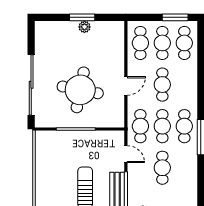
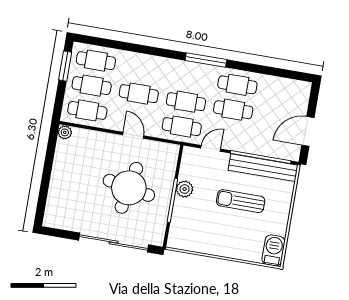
window: (82, 17) -> (47, 172), removed
plant: (84, 27) -> (65, 132), moved
cafe table: (184, 126) -> (237, 85), moved
plant: (87, 138) -> (185, 189), added

